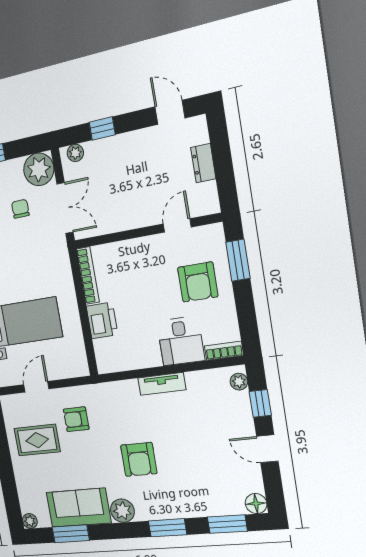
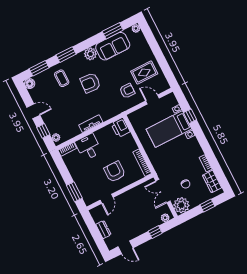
armchair: (198, 282) -> (115, 172), moved
printer: (102, 320) -> (120, 127), moved
door: (36, 387) -> (152, 100), swing flipped
armchair: (139, 459) -> (90, 83), turned -86
coffee table: (190, 489) -> (62, 78), added

